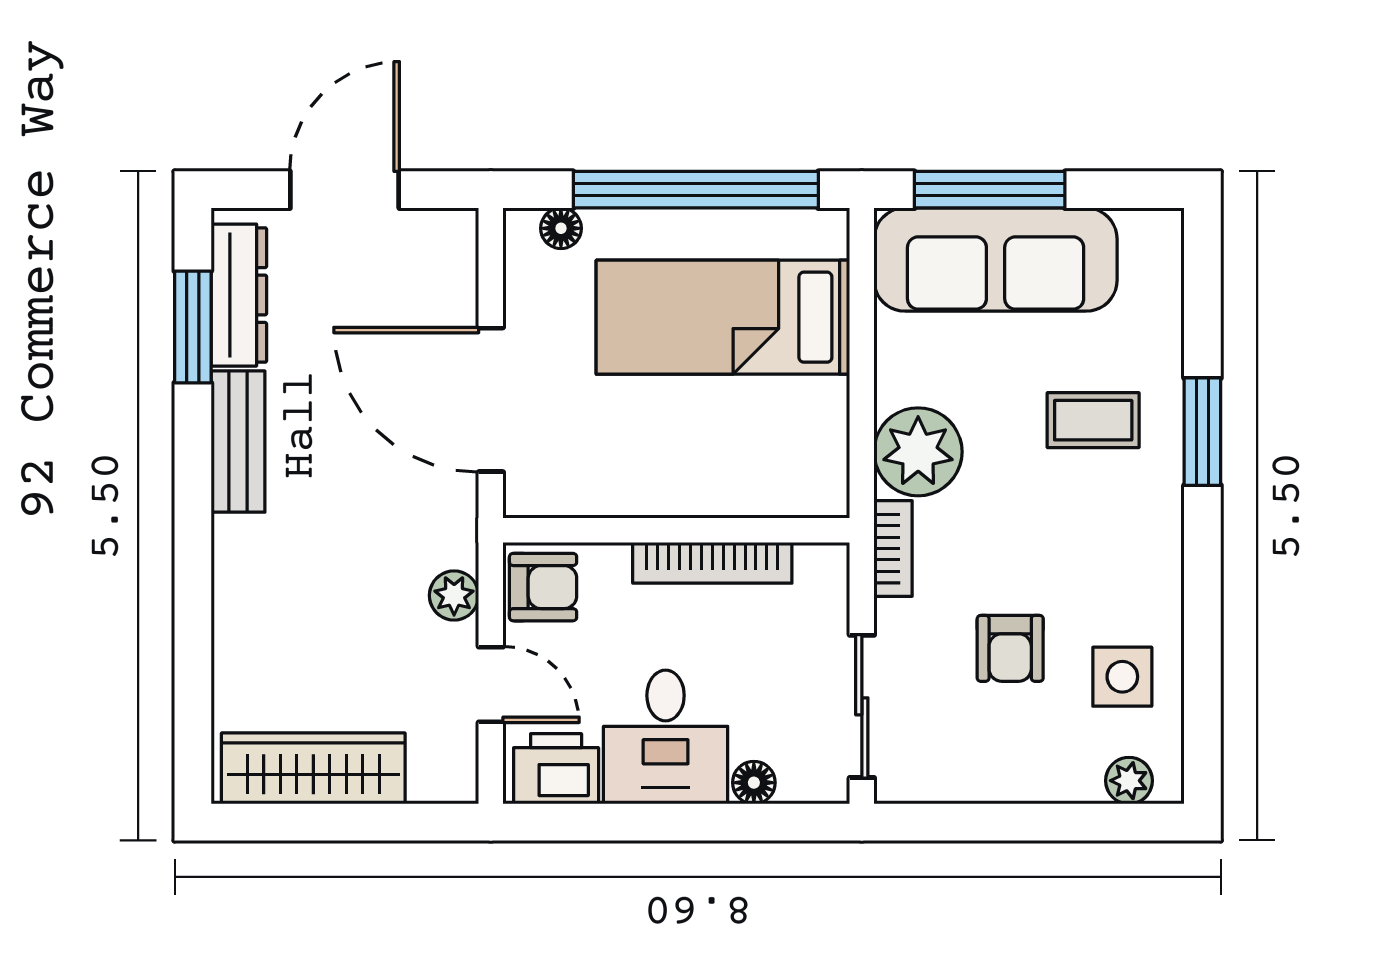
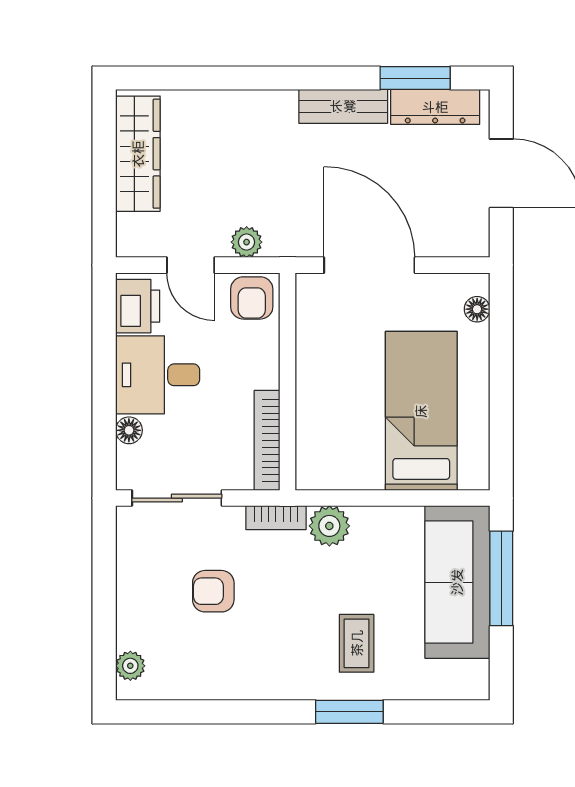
window: (696, 190) -> (501, 394), removed
door: (491, 400) -> (369, 265), hinge flipped
plant: (918, 452) -> (329, 526), width x0.73, depth x0.73
bookcase: (712, 563) -> (267, 440), moved
side table: (1122, 677) -> (196, 662), removed
door: (491, 684) -> (191, 265), hinge flipped

